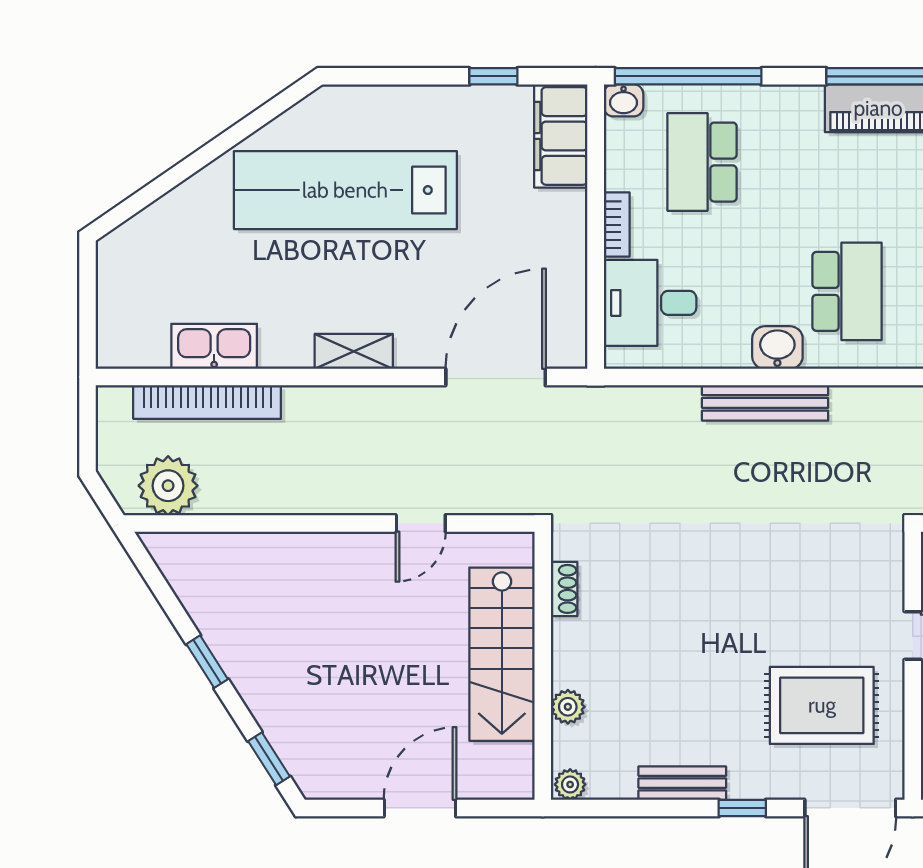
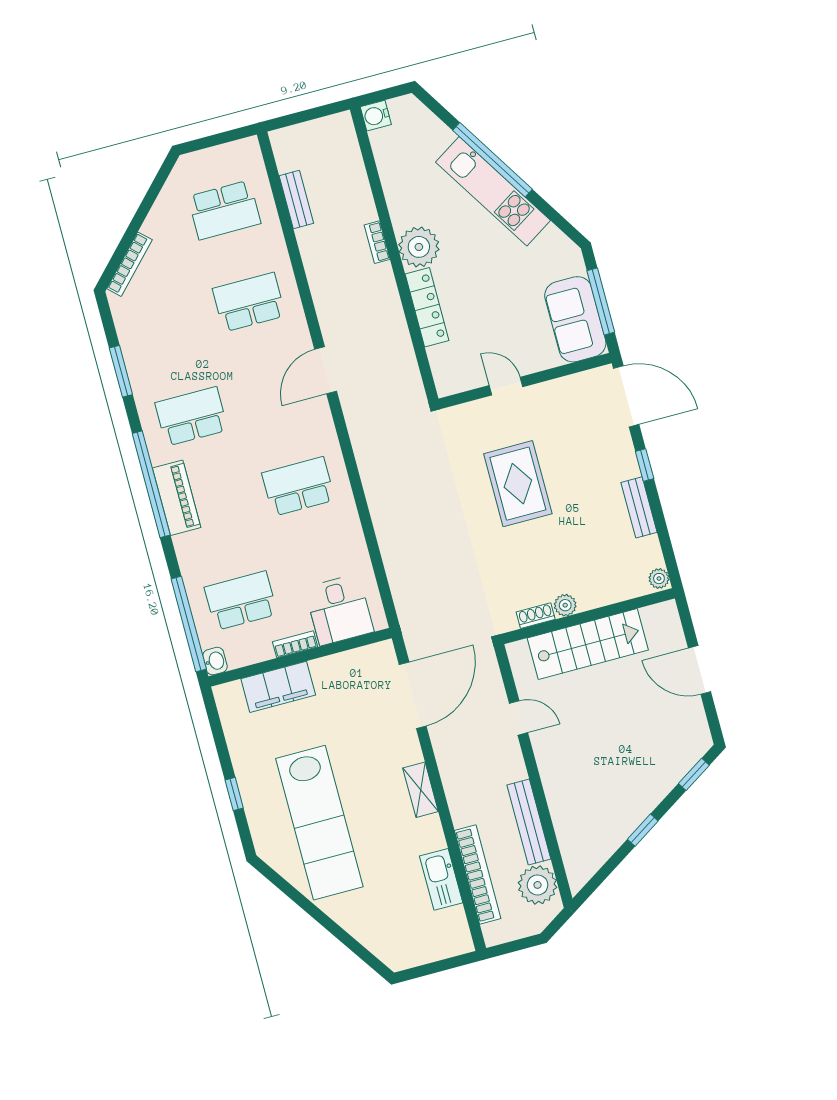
window: (493, 76) -> (234, 794), moved
filing cabinet: (561, 136) -> (278, 687), moved
school desk: (702, 162) -> (241, 601), turned 180
washbasin: (777, 348) -> (346, 521), removed
door: (496, 377) -> (413, 695), swing flipped
bench: (765, 403) -> (529, 822), moved
rug: (822, 705) -> (518, 484), moved
plant: (568, 707) -> (565, 605), moved

